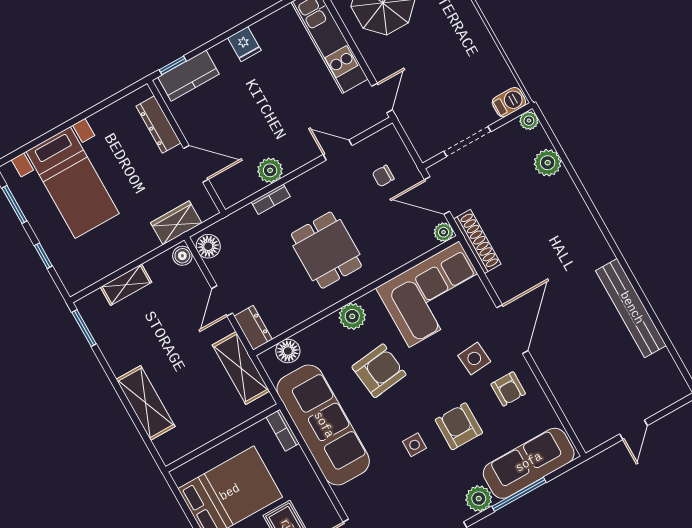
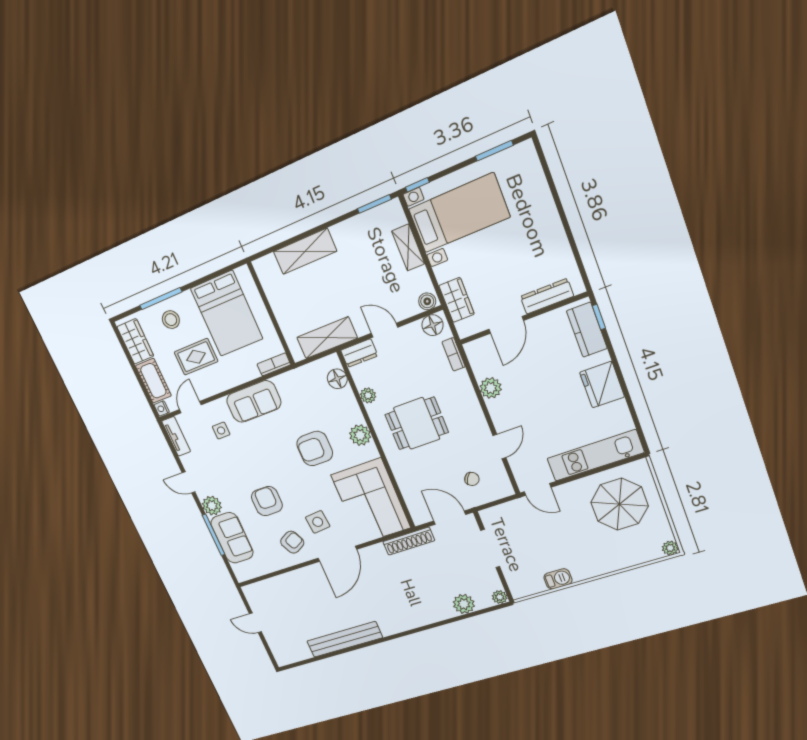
fridge: (244, 44) -> (602, 385), width x1.88, depth x1.34
barbecue: (509, 102) -> (558, 579), moved, turned -90
chair: (383, 176) -> (472, 479), turned 122
bed with nightstands: (73, 182) -> (459, 213), moved, turned 180
door: (437, 195) -> (450, 518), hinge flipped
bookcase: (271, 199) -> (454, 354), moved
plant: (444, 232) -> (368, 395), moved
window: (43, 256) -> (417, 185), moved
door: (512, 329) -> (337, 554), hinge flipped
armchair: (379, 371) -> (315, 449), turned 97
armchair: (508, 389) -> (292, 542), turned 153
sofa: (323, 425) -> (254, 401), width x0.54, depth x0.79
armchair: (459, 426) -> (267, 501), turned -90
side table: (415, 445) -> (221, 431), moved
sofa: (529, 463) -> (232, 538), width x0.73

